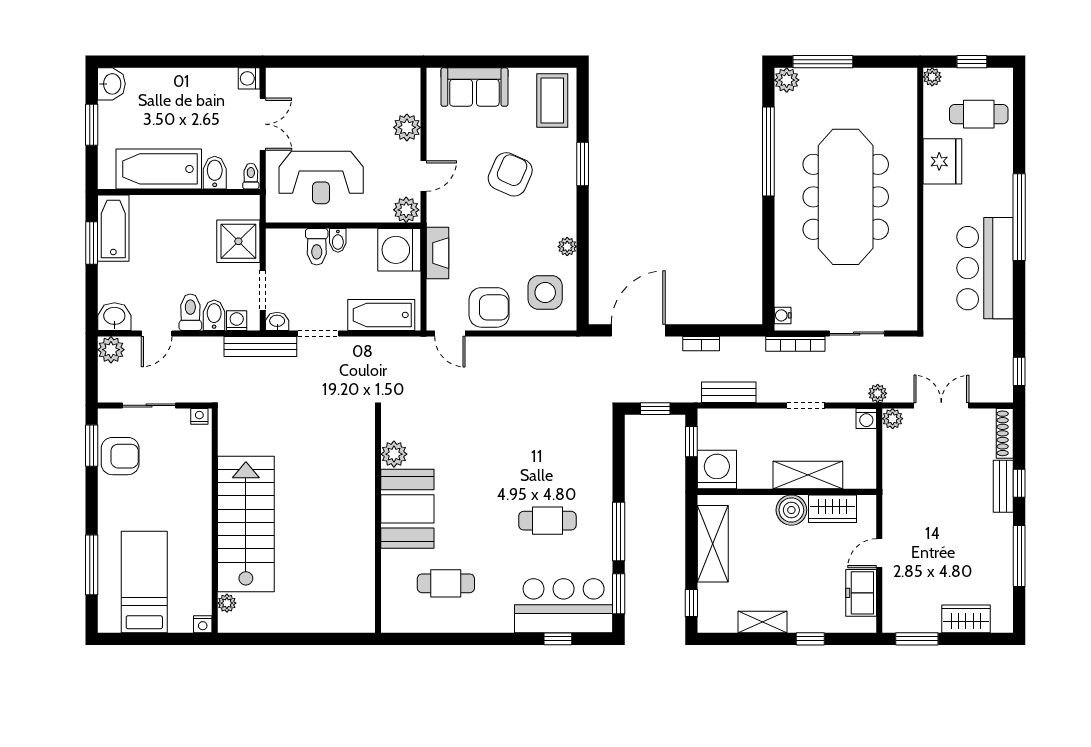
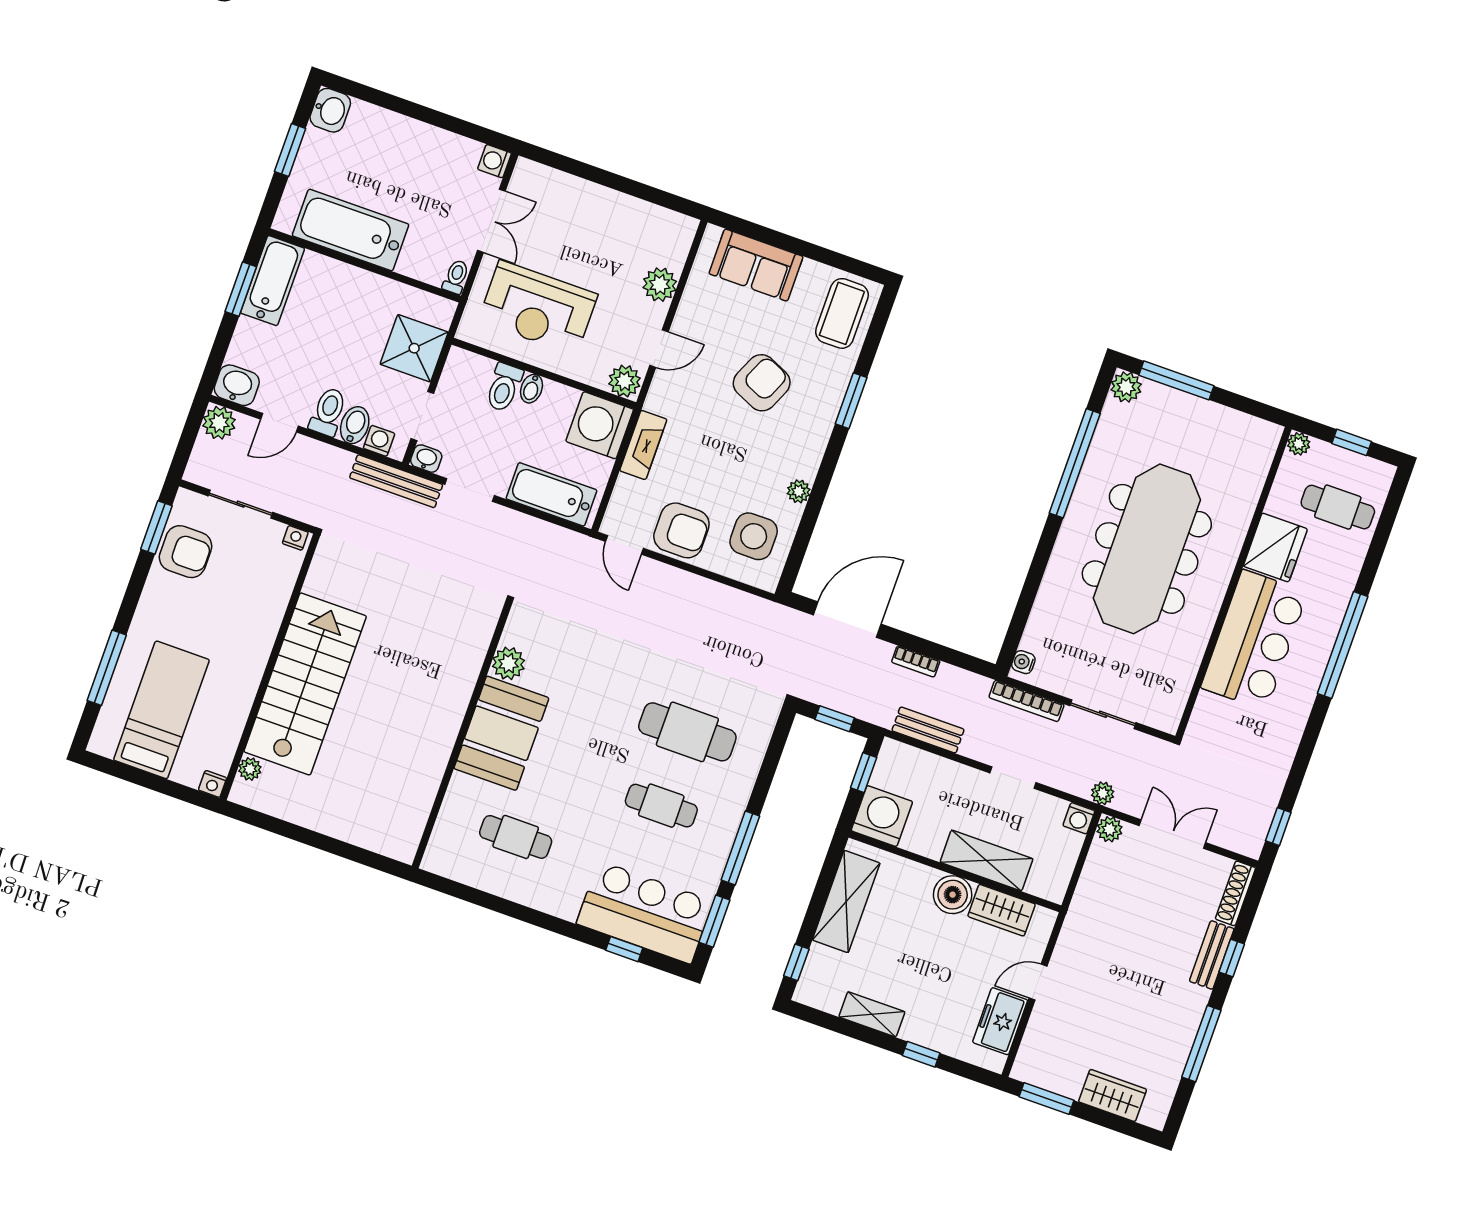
bidet: (215, 173) -> (415, 258), removed
bar counter: (985, 268) -> (1254, 640), moved, turned 180
cafe table: (547, 458) -> (687, 732), added

